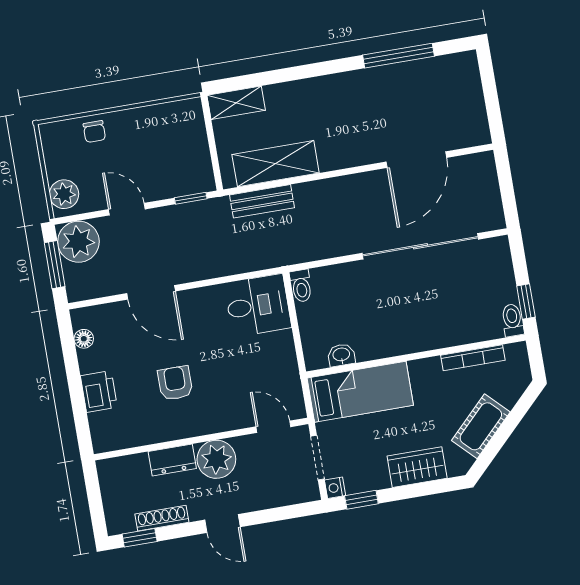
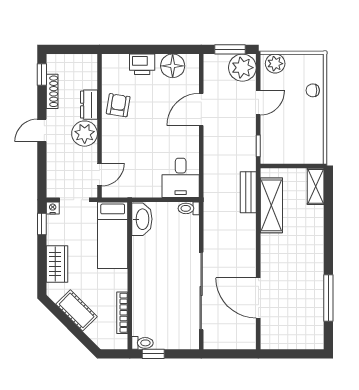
floor lamp: (84, 339) -> (173, 66), width x1.89, depth x1.89
washbasin: (341, 355) -> (142, 219), width x1.91, depth x1.45
armchair: (175, 383) -> (118, 105), moved, turned -81

